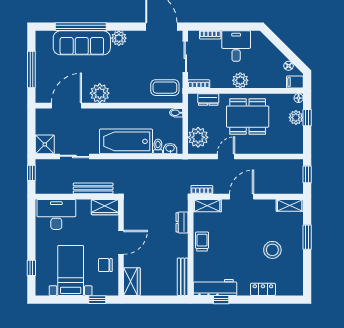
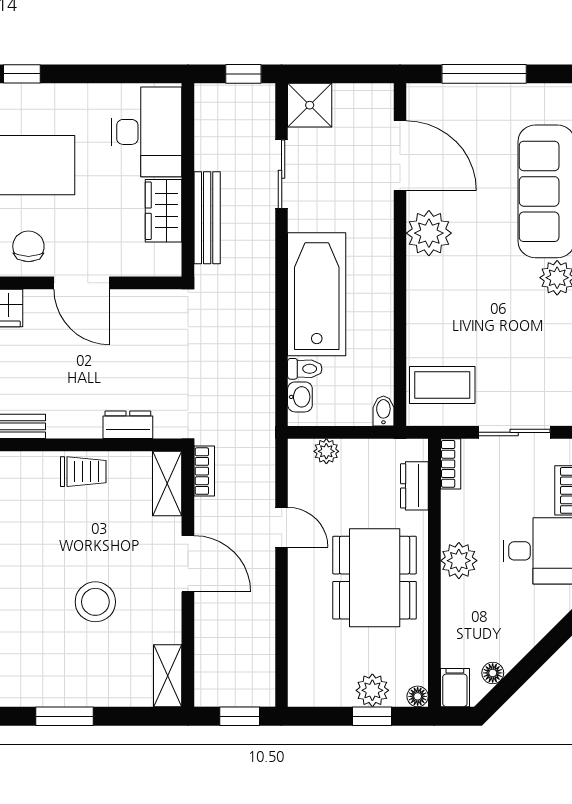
coffee table: (165, 88) -> (442, 385), turned 90
plant: (198, 137) -> (326, 451), width x0.53, depth x0.53
wardrobe: (105, 207) -> (164, 211), moved
window: (307, 237) -> (65, 716), moved
stool: (272, 250) -> (95, 602), moved

